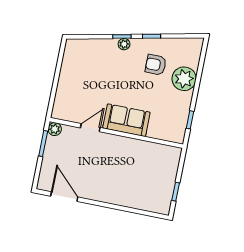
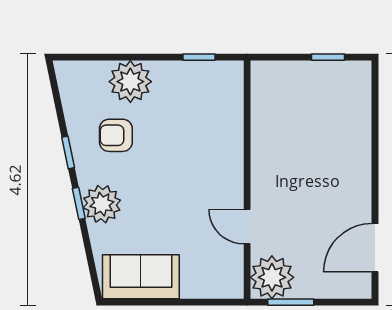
plant: (124, 44) -> (102, 204), width x1.88, depth x1.88
armchair: (156, 65) -> (116, 135), turned 90
sofa: (126, 120) -> (141, 277), moved, turned 90
plant: (55, 129) -> (272, 277), width x1.87, depth x1.87

